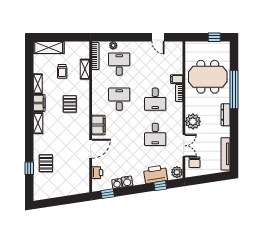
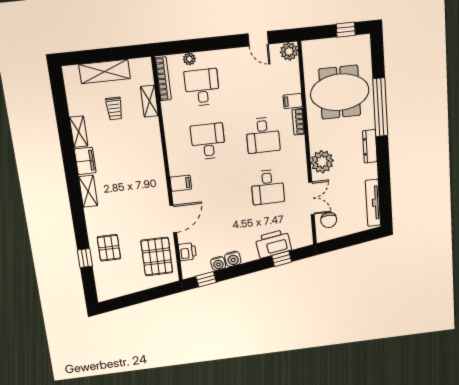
shelving: (49, 48) -> (105, 72), moved
pallet: (70, 104) -> (157, 257), moved, width x1.50, depth x1.42
filing cabinet: (98, 125) -> (181, 183), width x0.50
plant: (177, 172) -> (289, 51), moved

